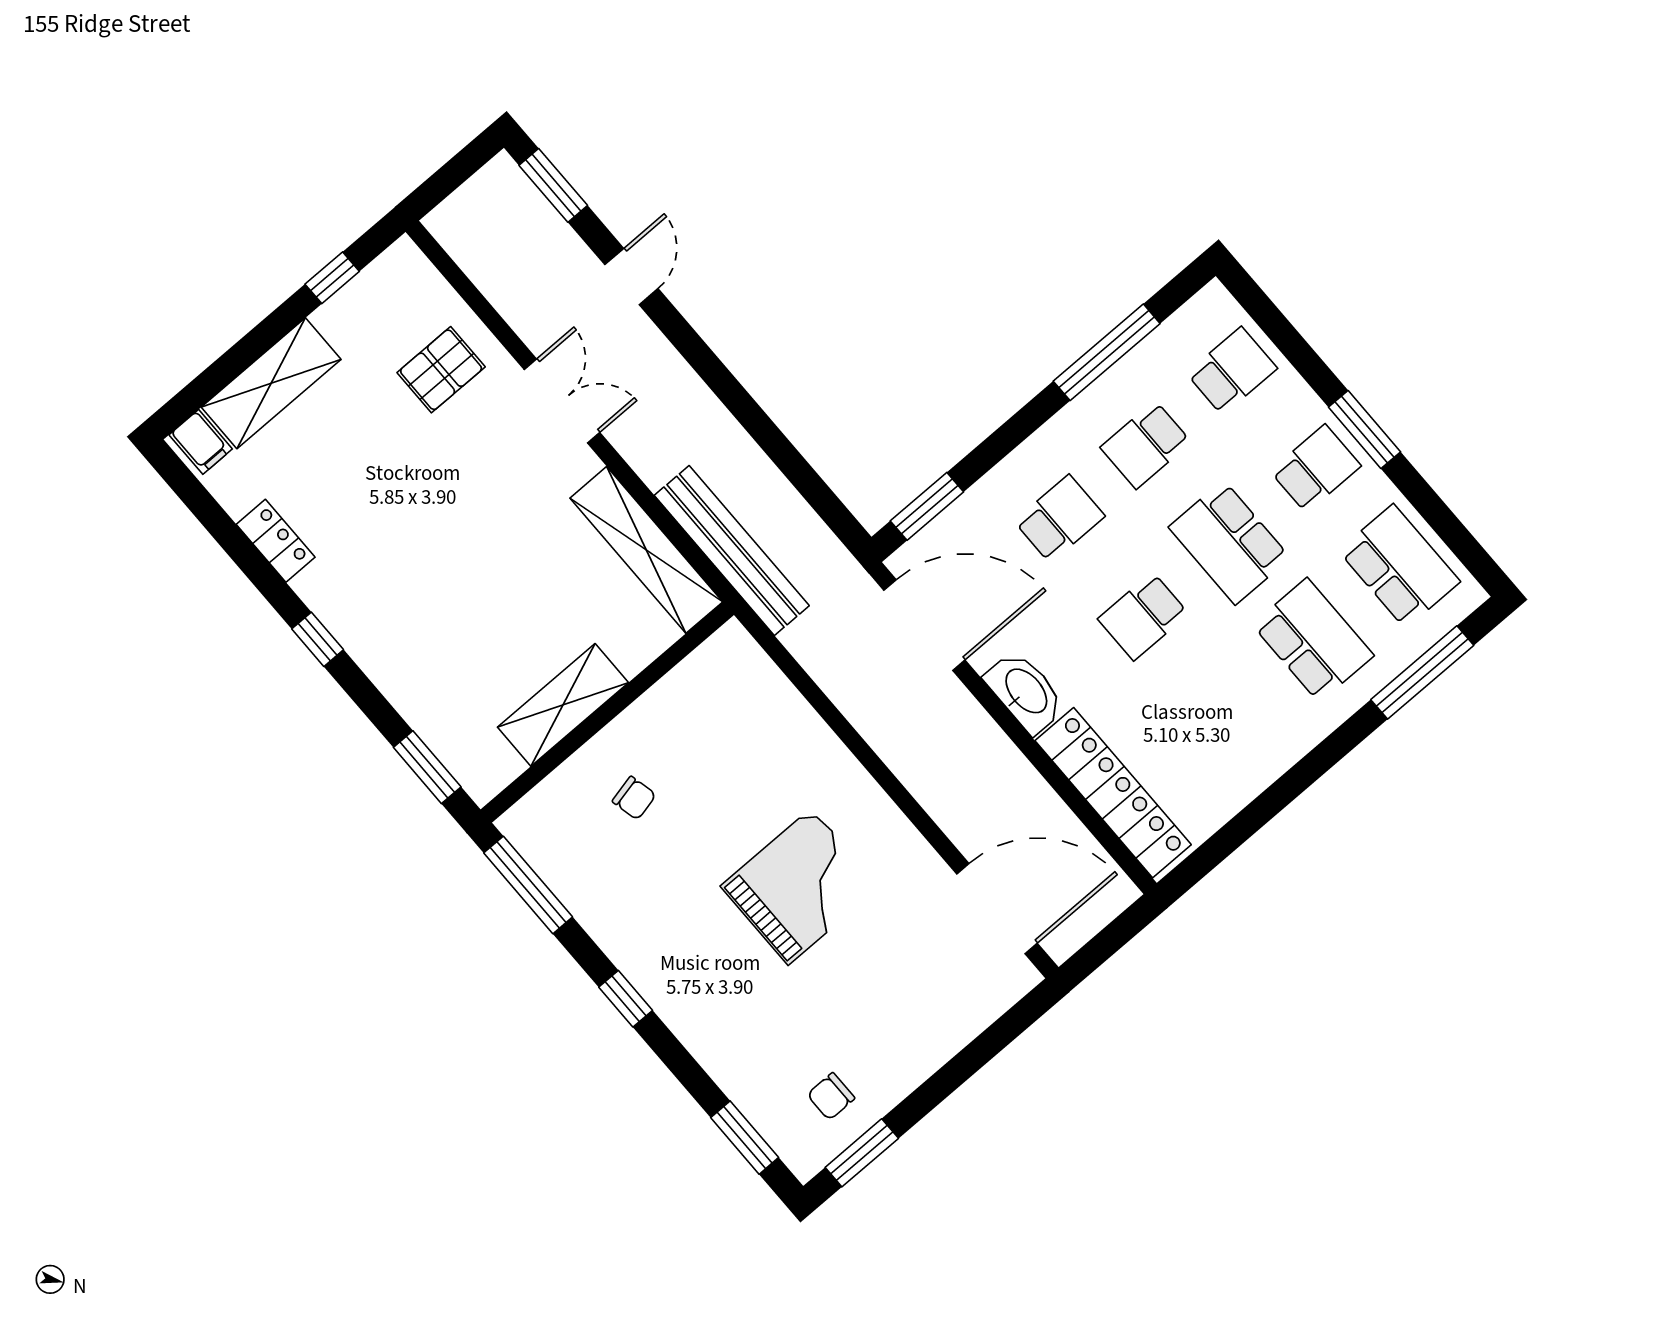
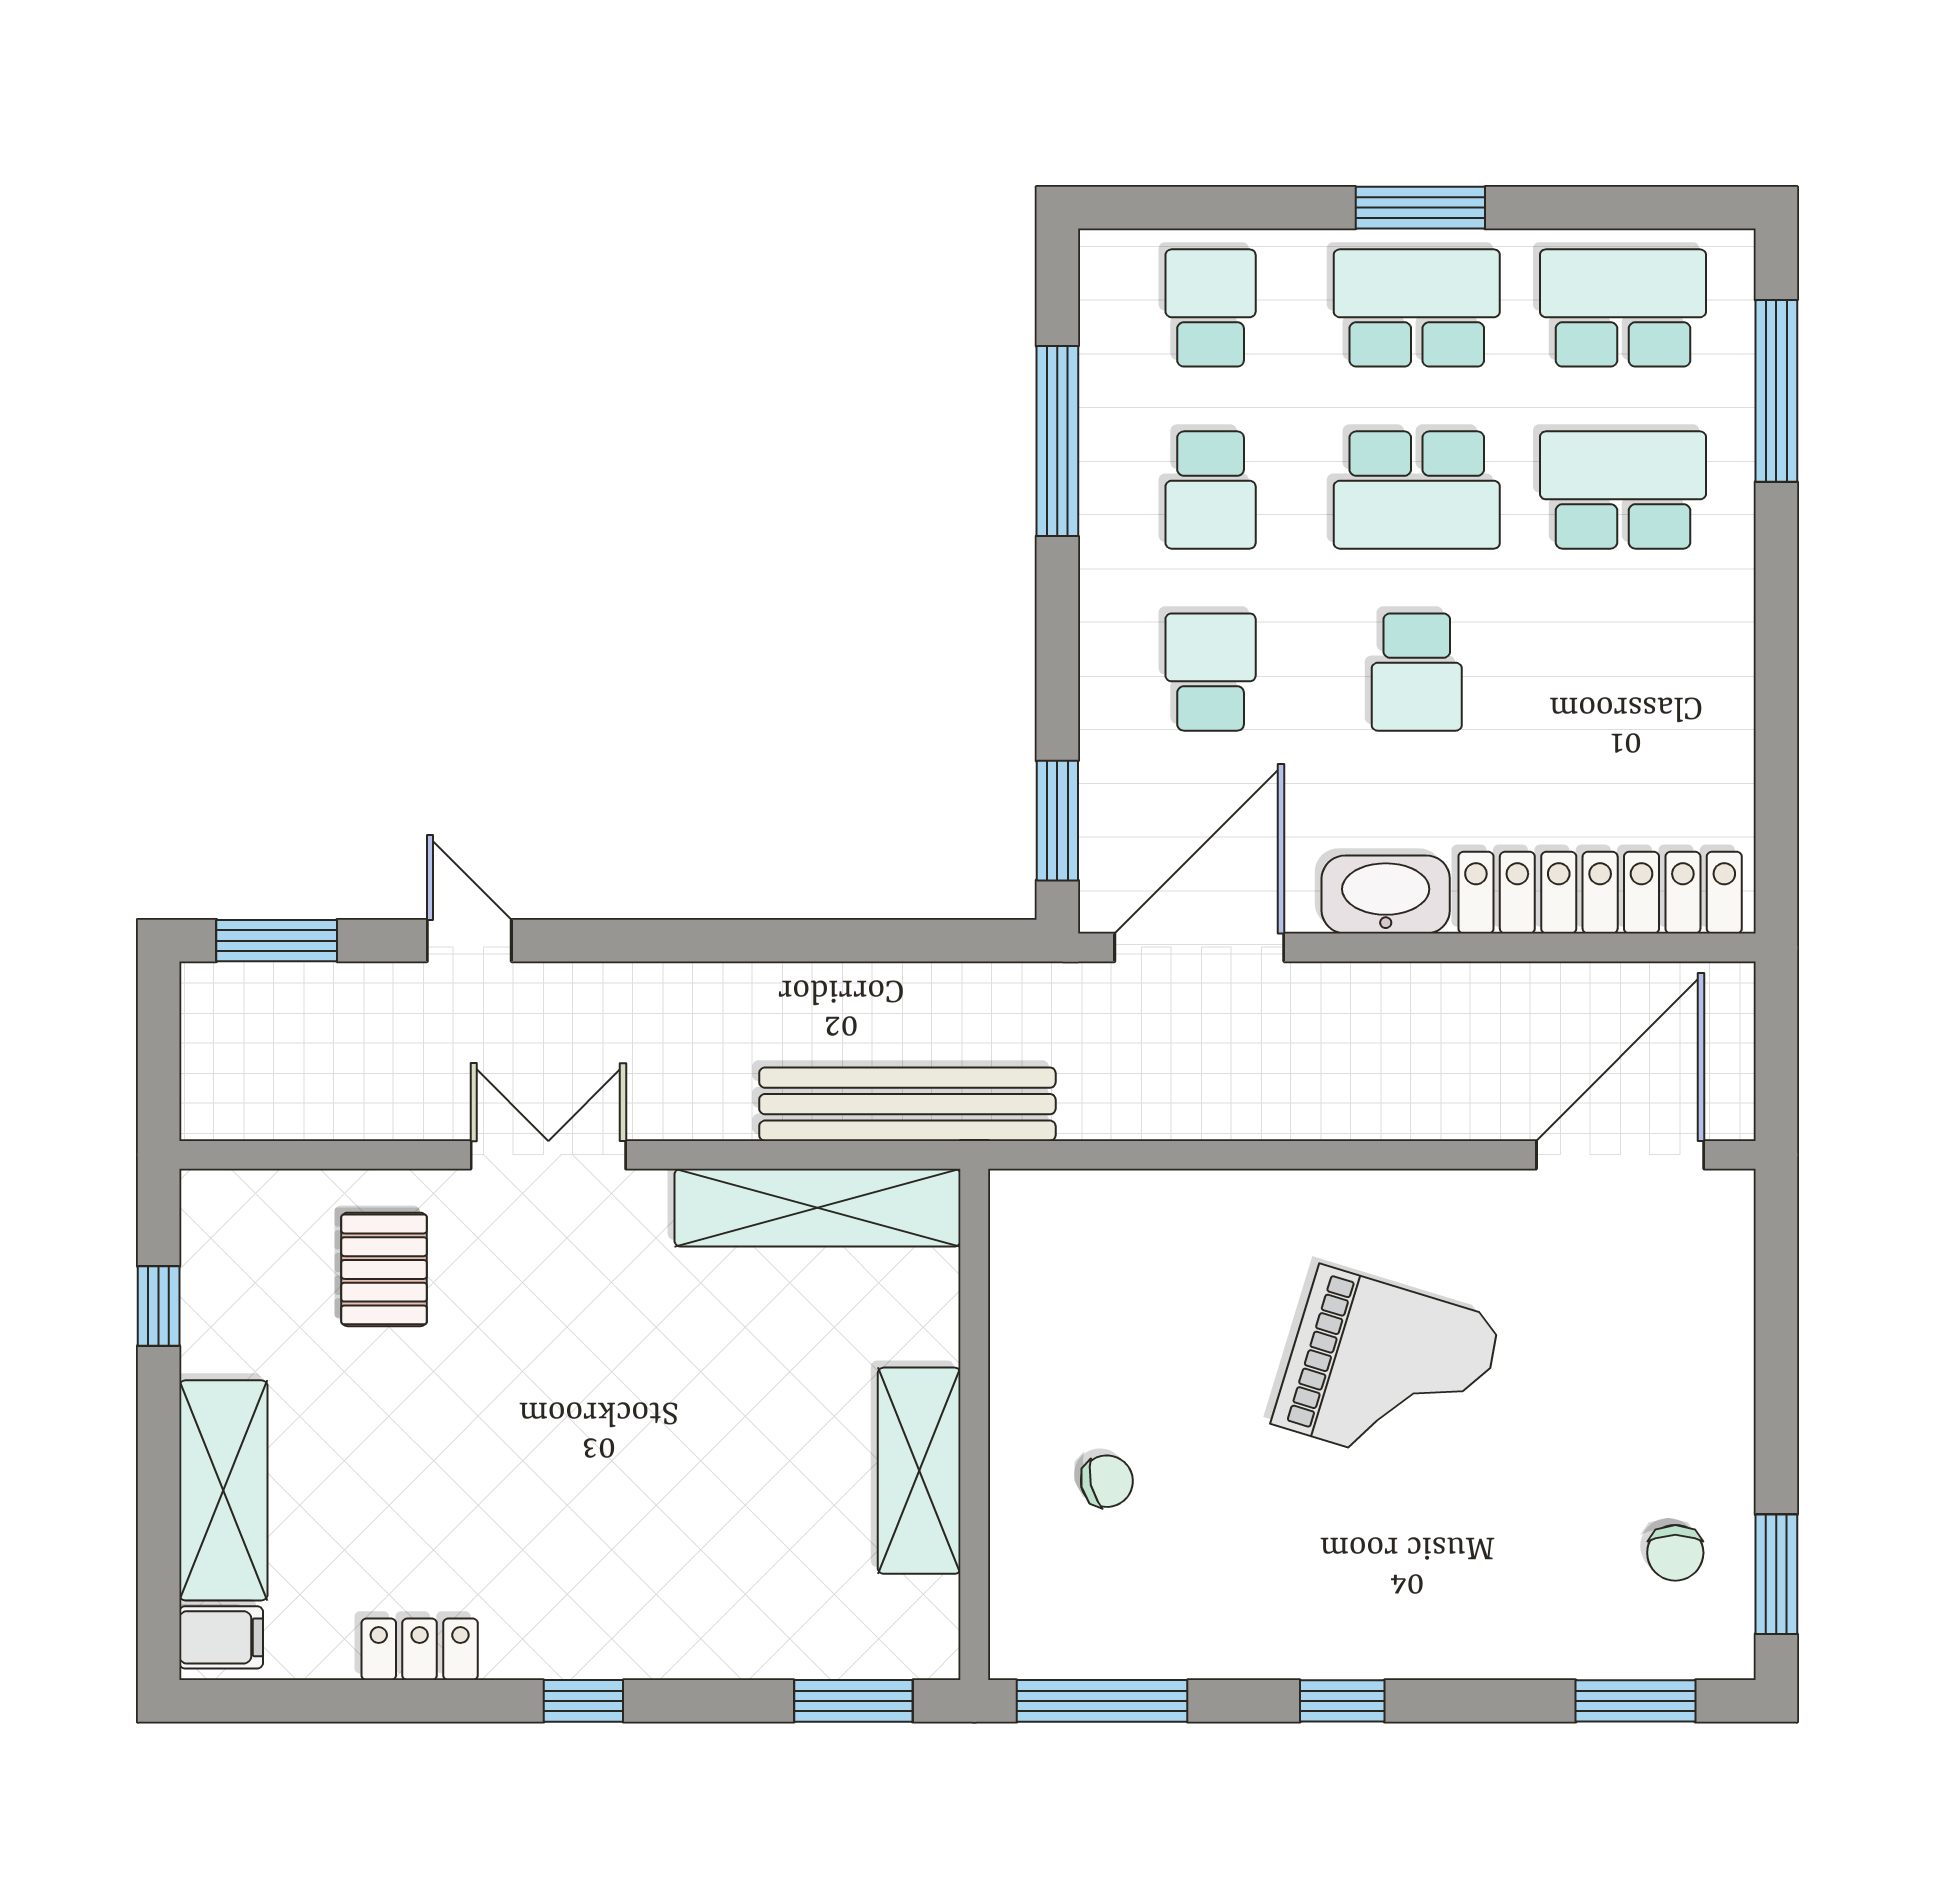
school desk: (1316, 469) -> (1417, 308), width x1.85
grand piano: (800, 887) -> (1388, 1372), turned 107

